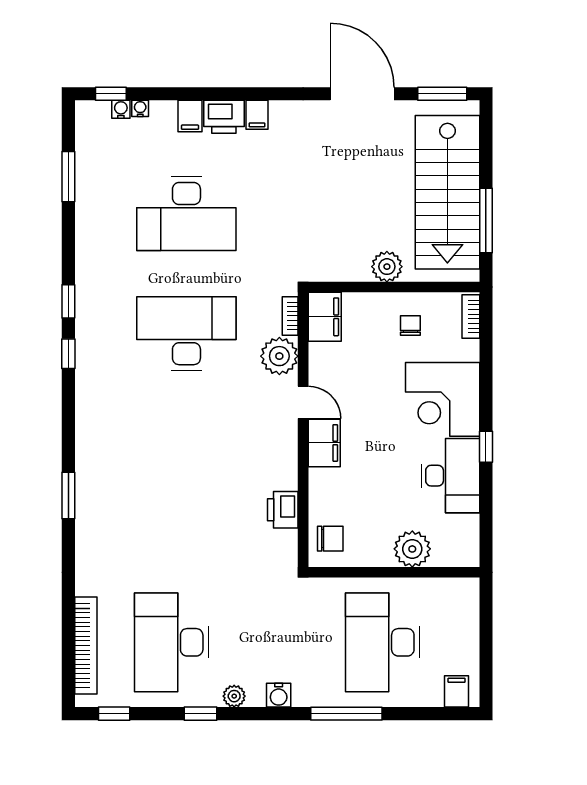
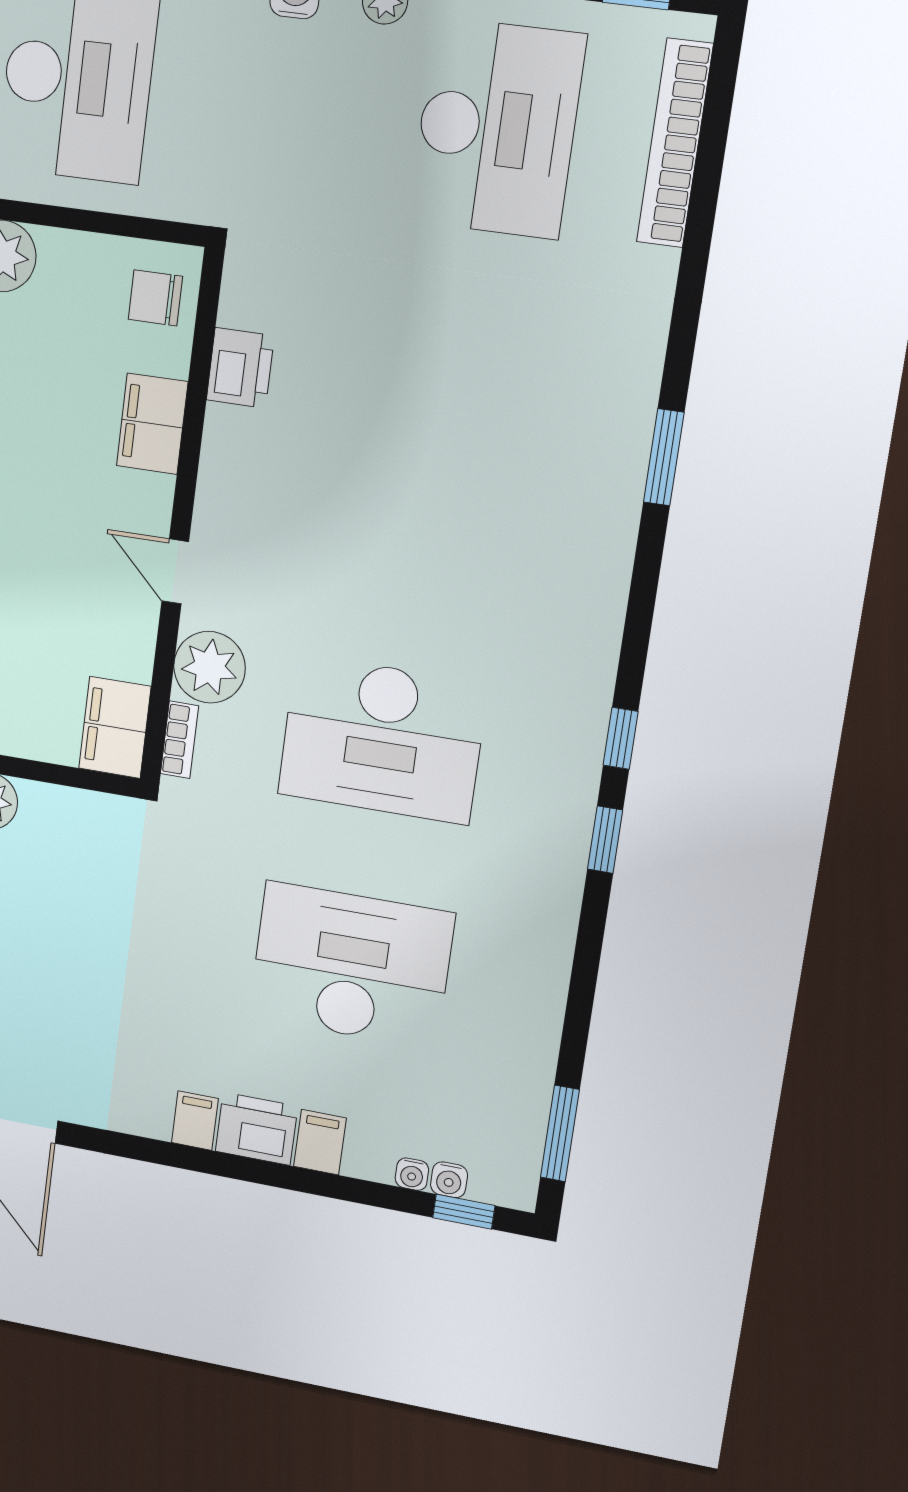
window: (68, 177) -> (560, 1134), moved
filing cabinet: (324, 443) -> (152, 424), moved

